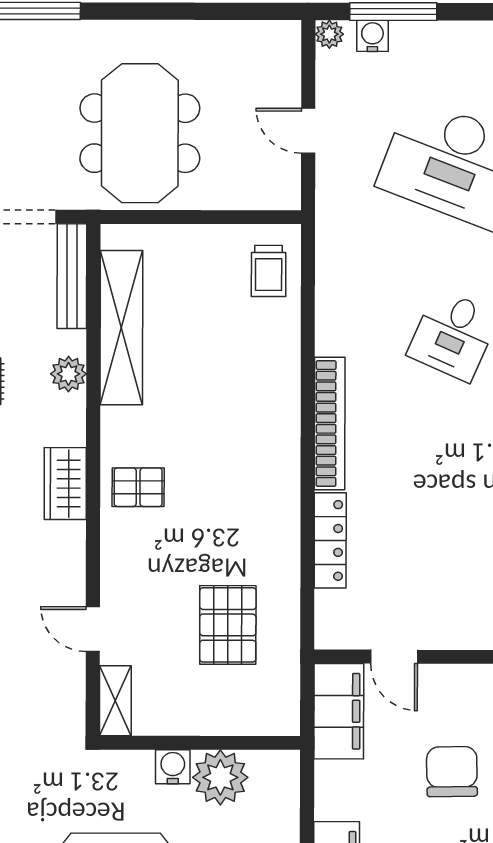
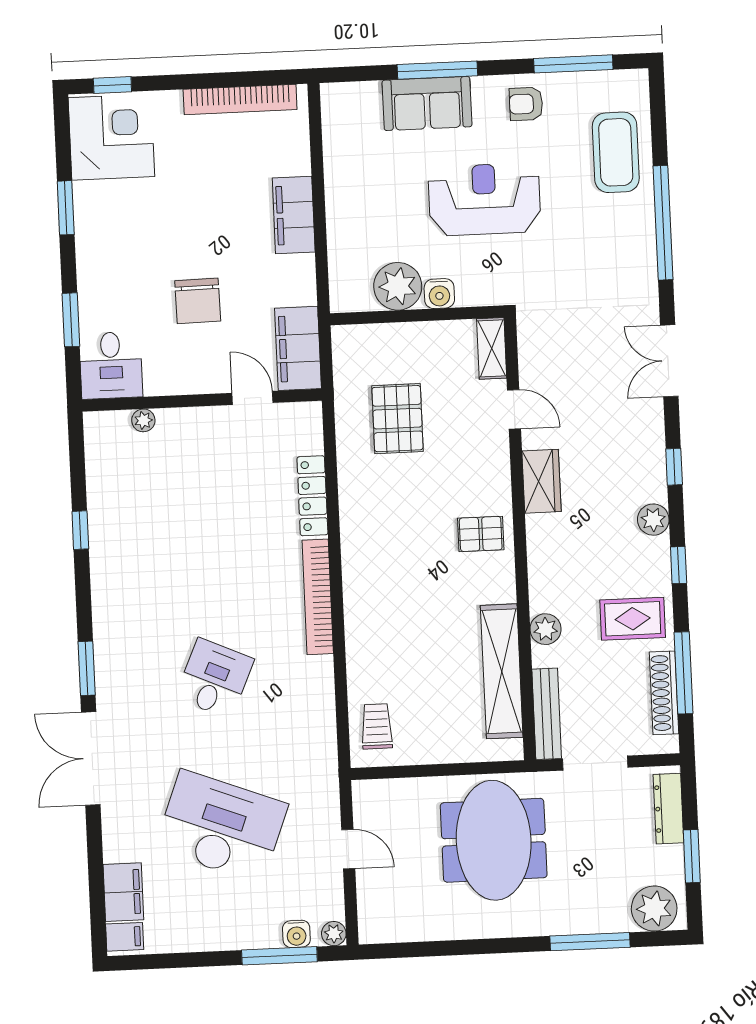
wardrobe: (65, 484) -> (541, 481), moved

